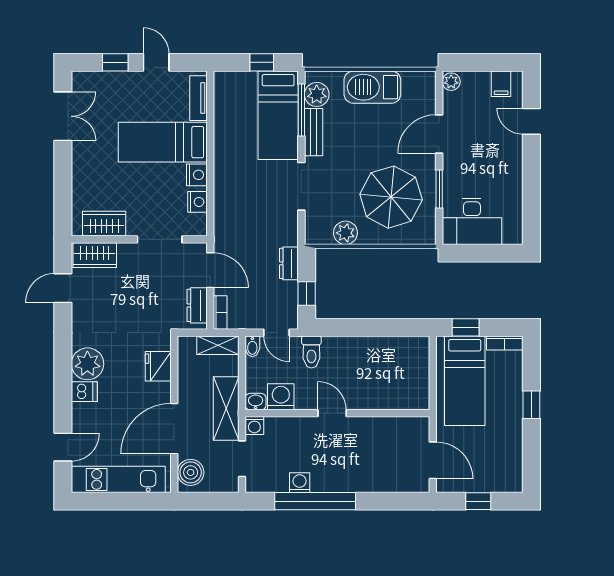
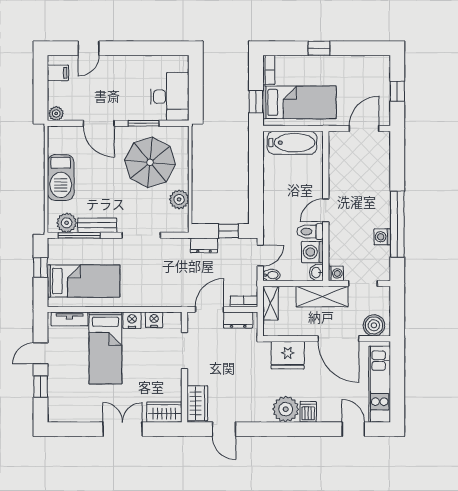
bed: (278, 115) -> (84, 281), moved
double door: (63, 116) -> (123, 429), moved
wardrobe: (104, 224) -> (164, 412), moved, turned 90
toilet: (311, 352) -> (310, 232), moved, turned 180
fridge: (158, 366) -> (288, 355), width x1.36, depth x1.34
bathtub: (415, 372) -> (292, 143), added

